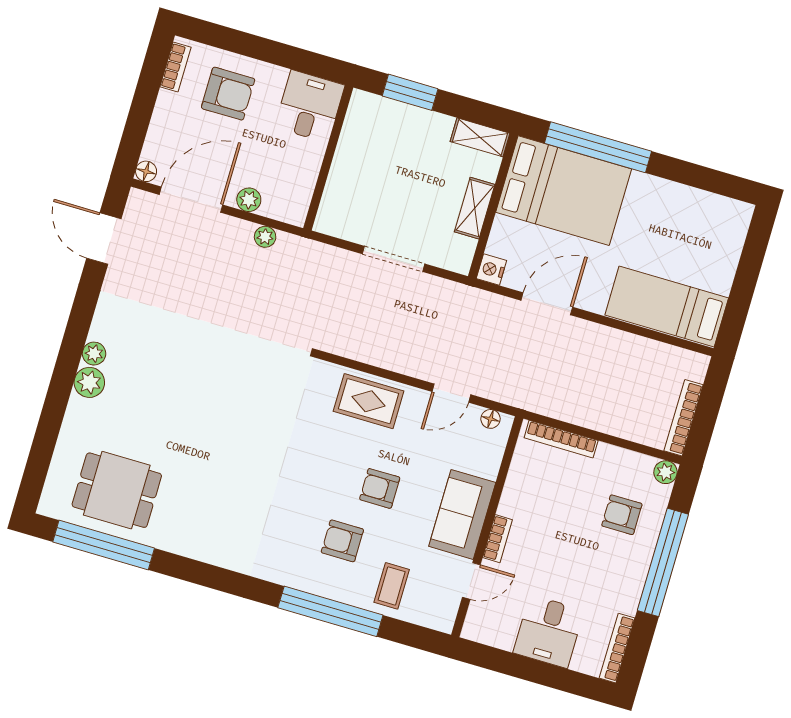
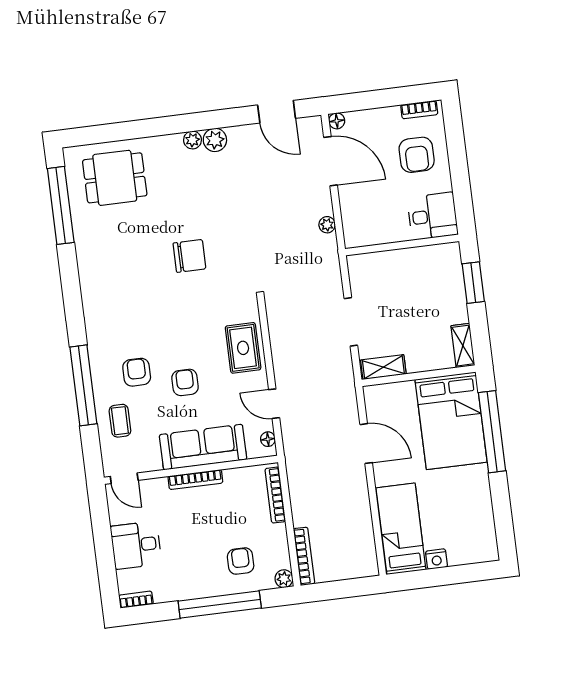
plant: (249, 200) -> (348, 202), removed
shelving: (475, 208) -> (383, 367), moved
door: (104, 238) -> (277, 112), swing flipped
nightstand: (491, 269) -> (436, 559), moved, turned 180
plant: (89, 382) -> (215, 140), moved
chair: (231, 417) -> (189, 256), added
bookcase: (684, 418) -> (304, 556), moved, turned 90
dining table: (117, 490) -> (115, 178), moved, turned 90
sofa: (462, 514) -> (203, 447), width x1.36
bookcase: (497, 539) -> (195, 480), width x1.56
door: (471, 581) -> (124, 478), moved
coffee table: (392, 586) -> (120, 421), turned 90
bookcase: (617, 648) -> (136, 600), width x0.64

